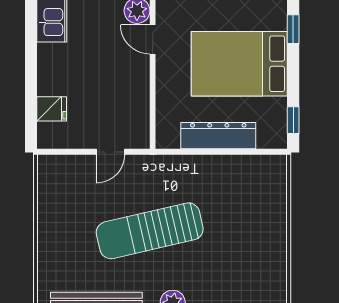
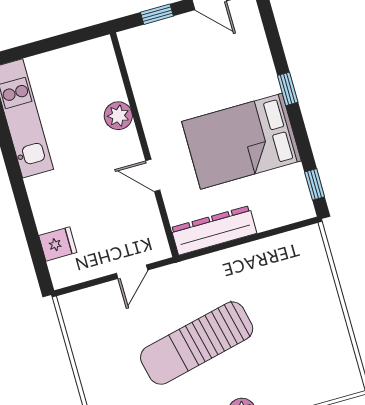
door: (153, 39) -> (153, 175), moved
dresser: (218, 136) -> (214, 230), moved

